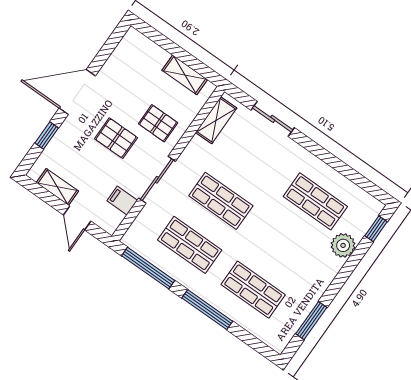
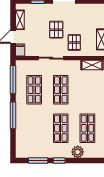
filing cabinet: (122, 200) -> (20, 50), moved
window: (376, 229) -> (59, 160), moved
shop shelf: (253, 290) -> (61, 128), moved

